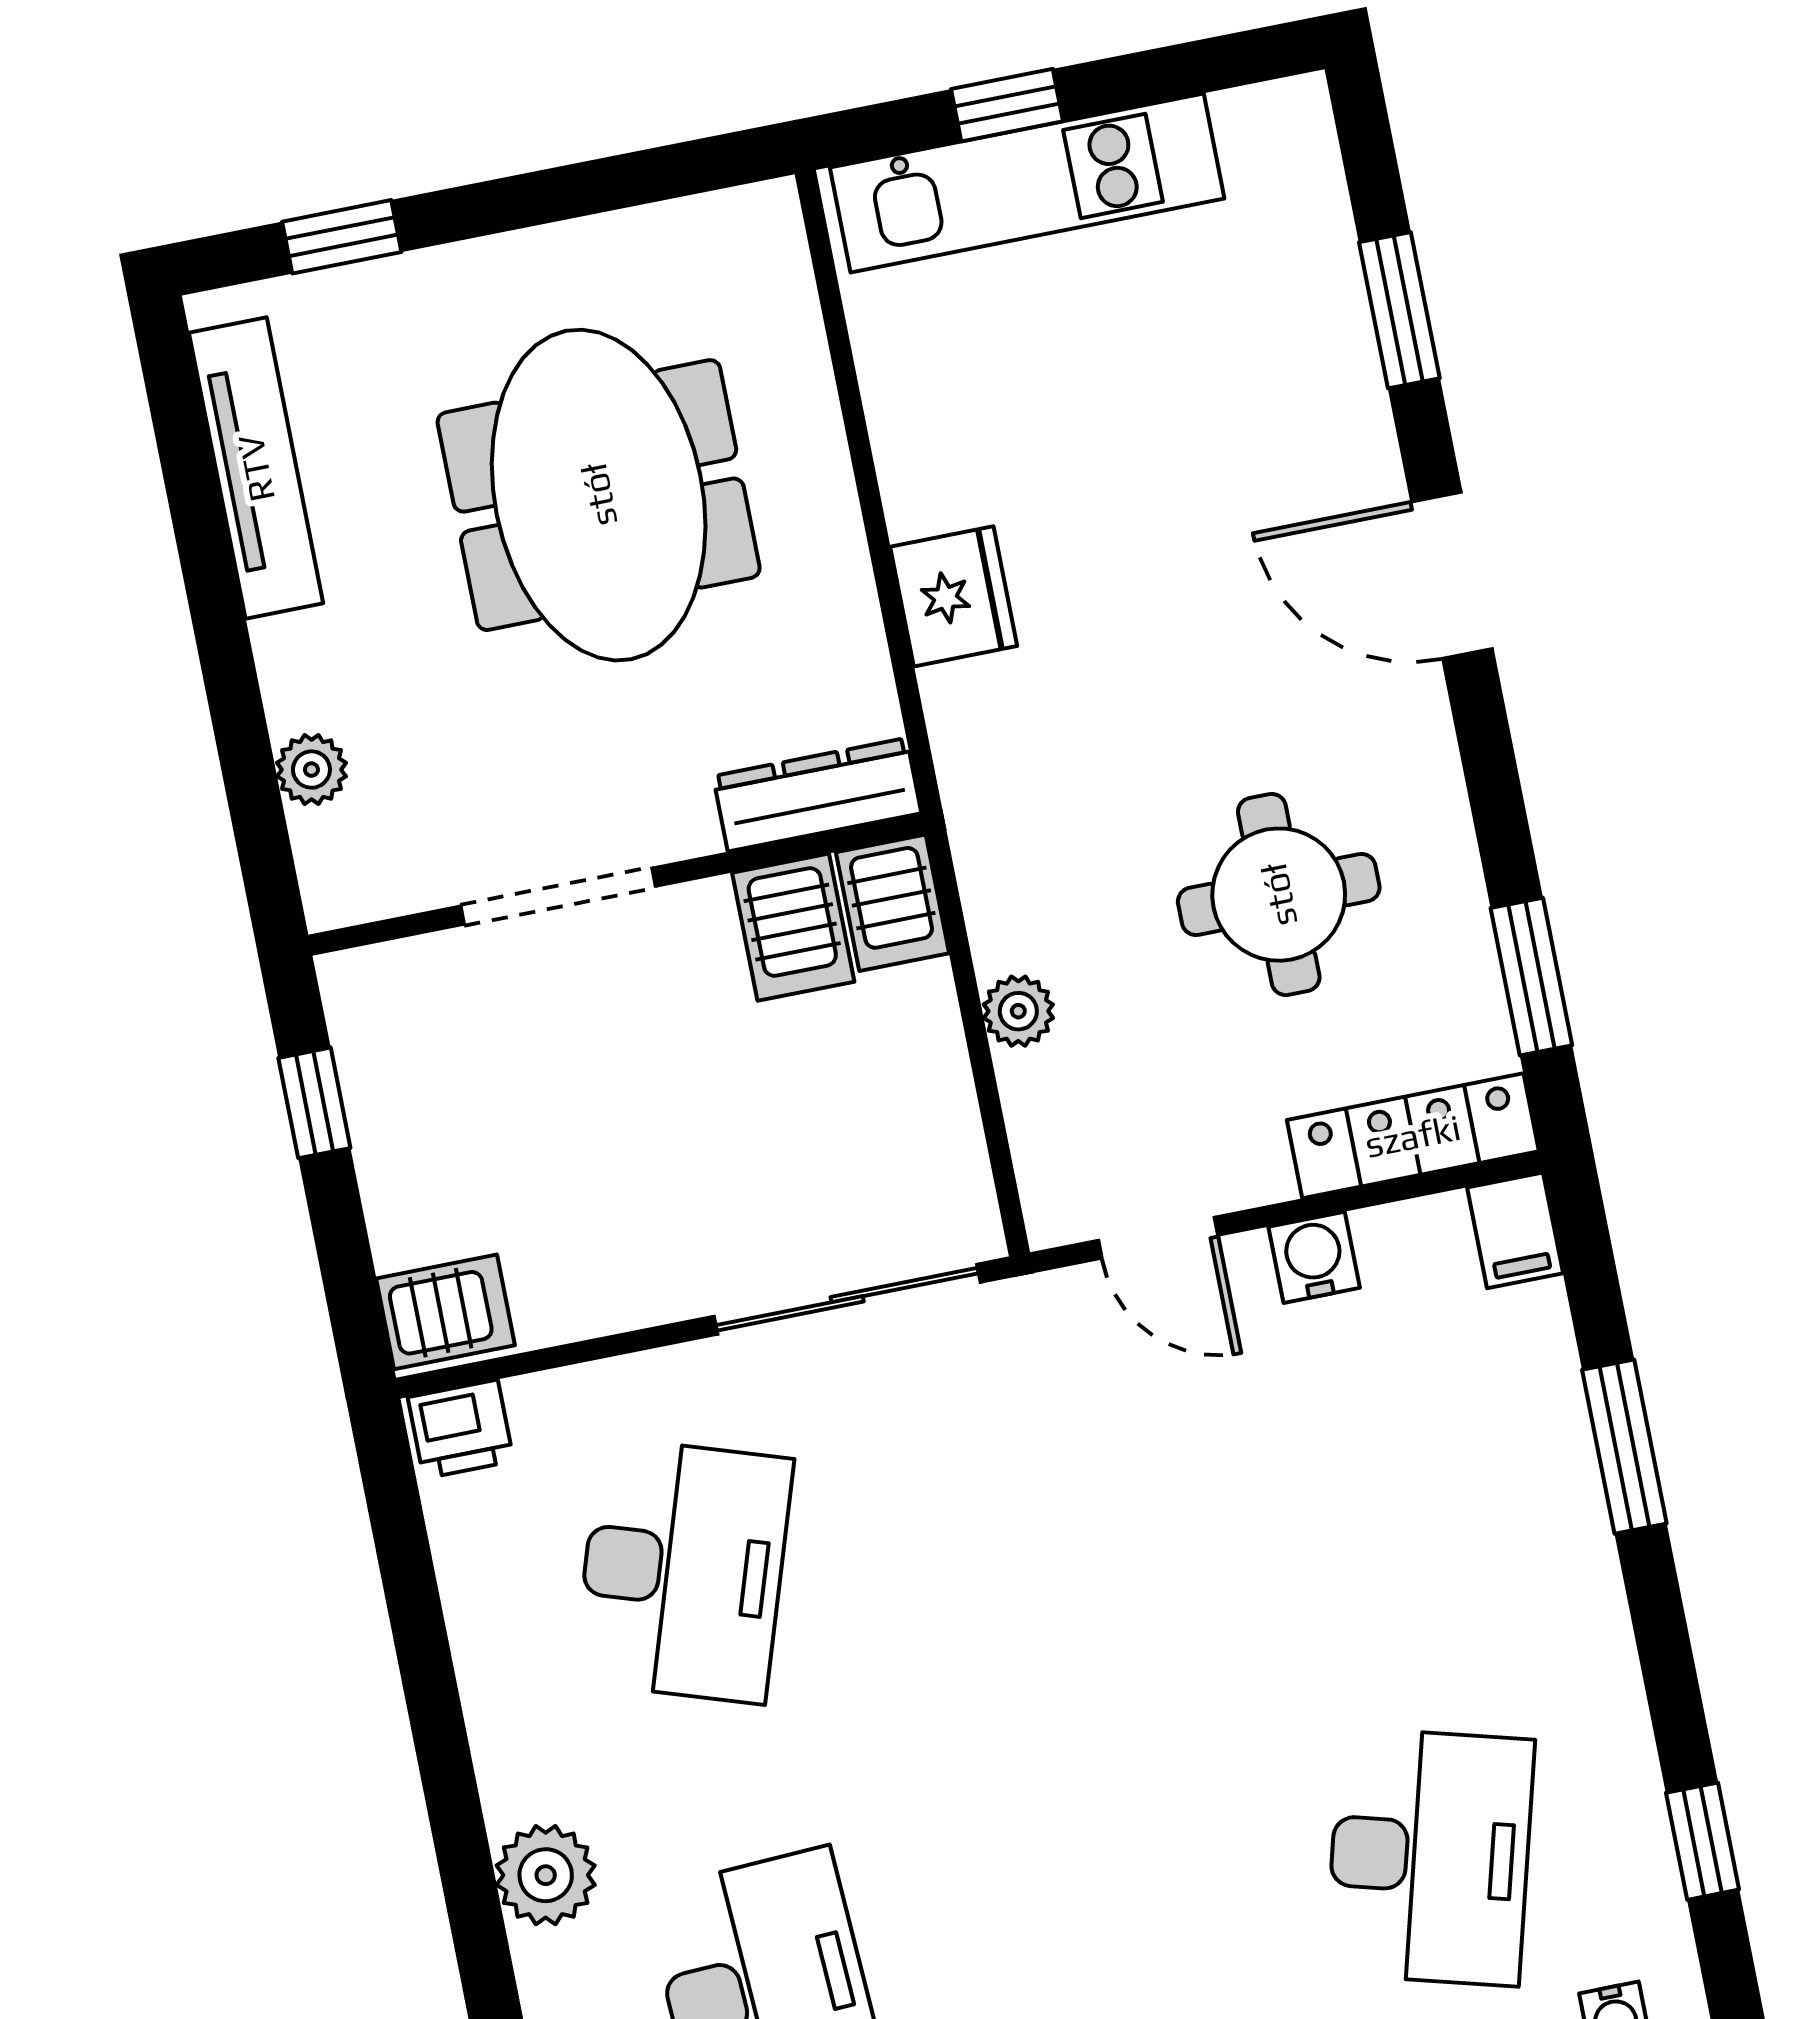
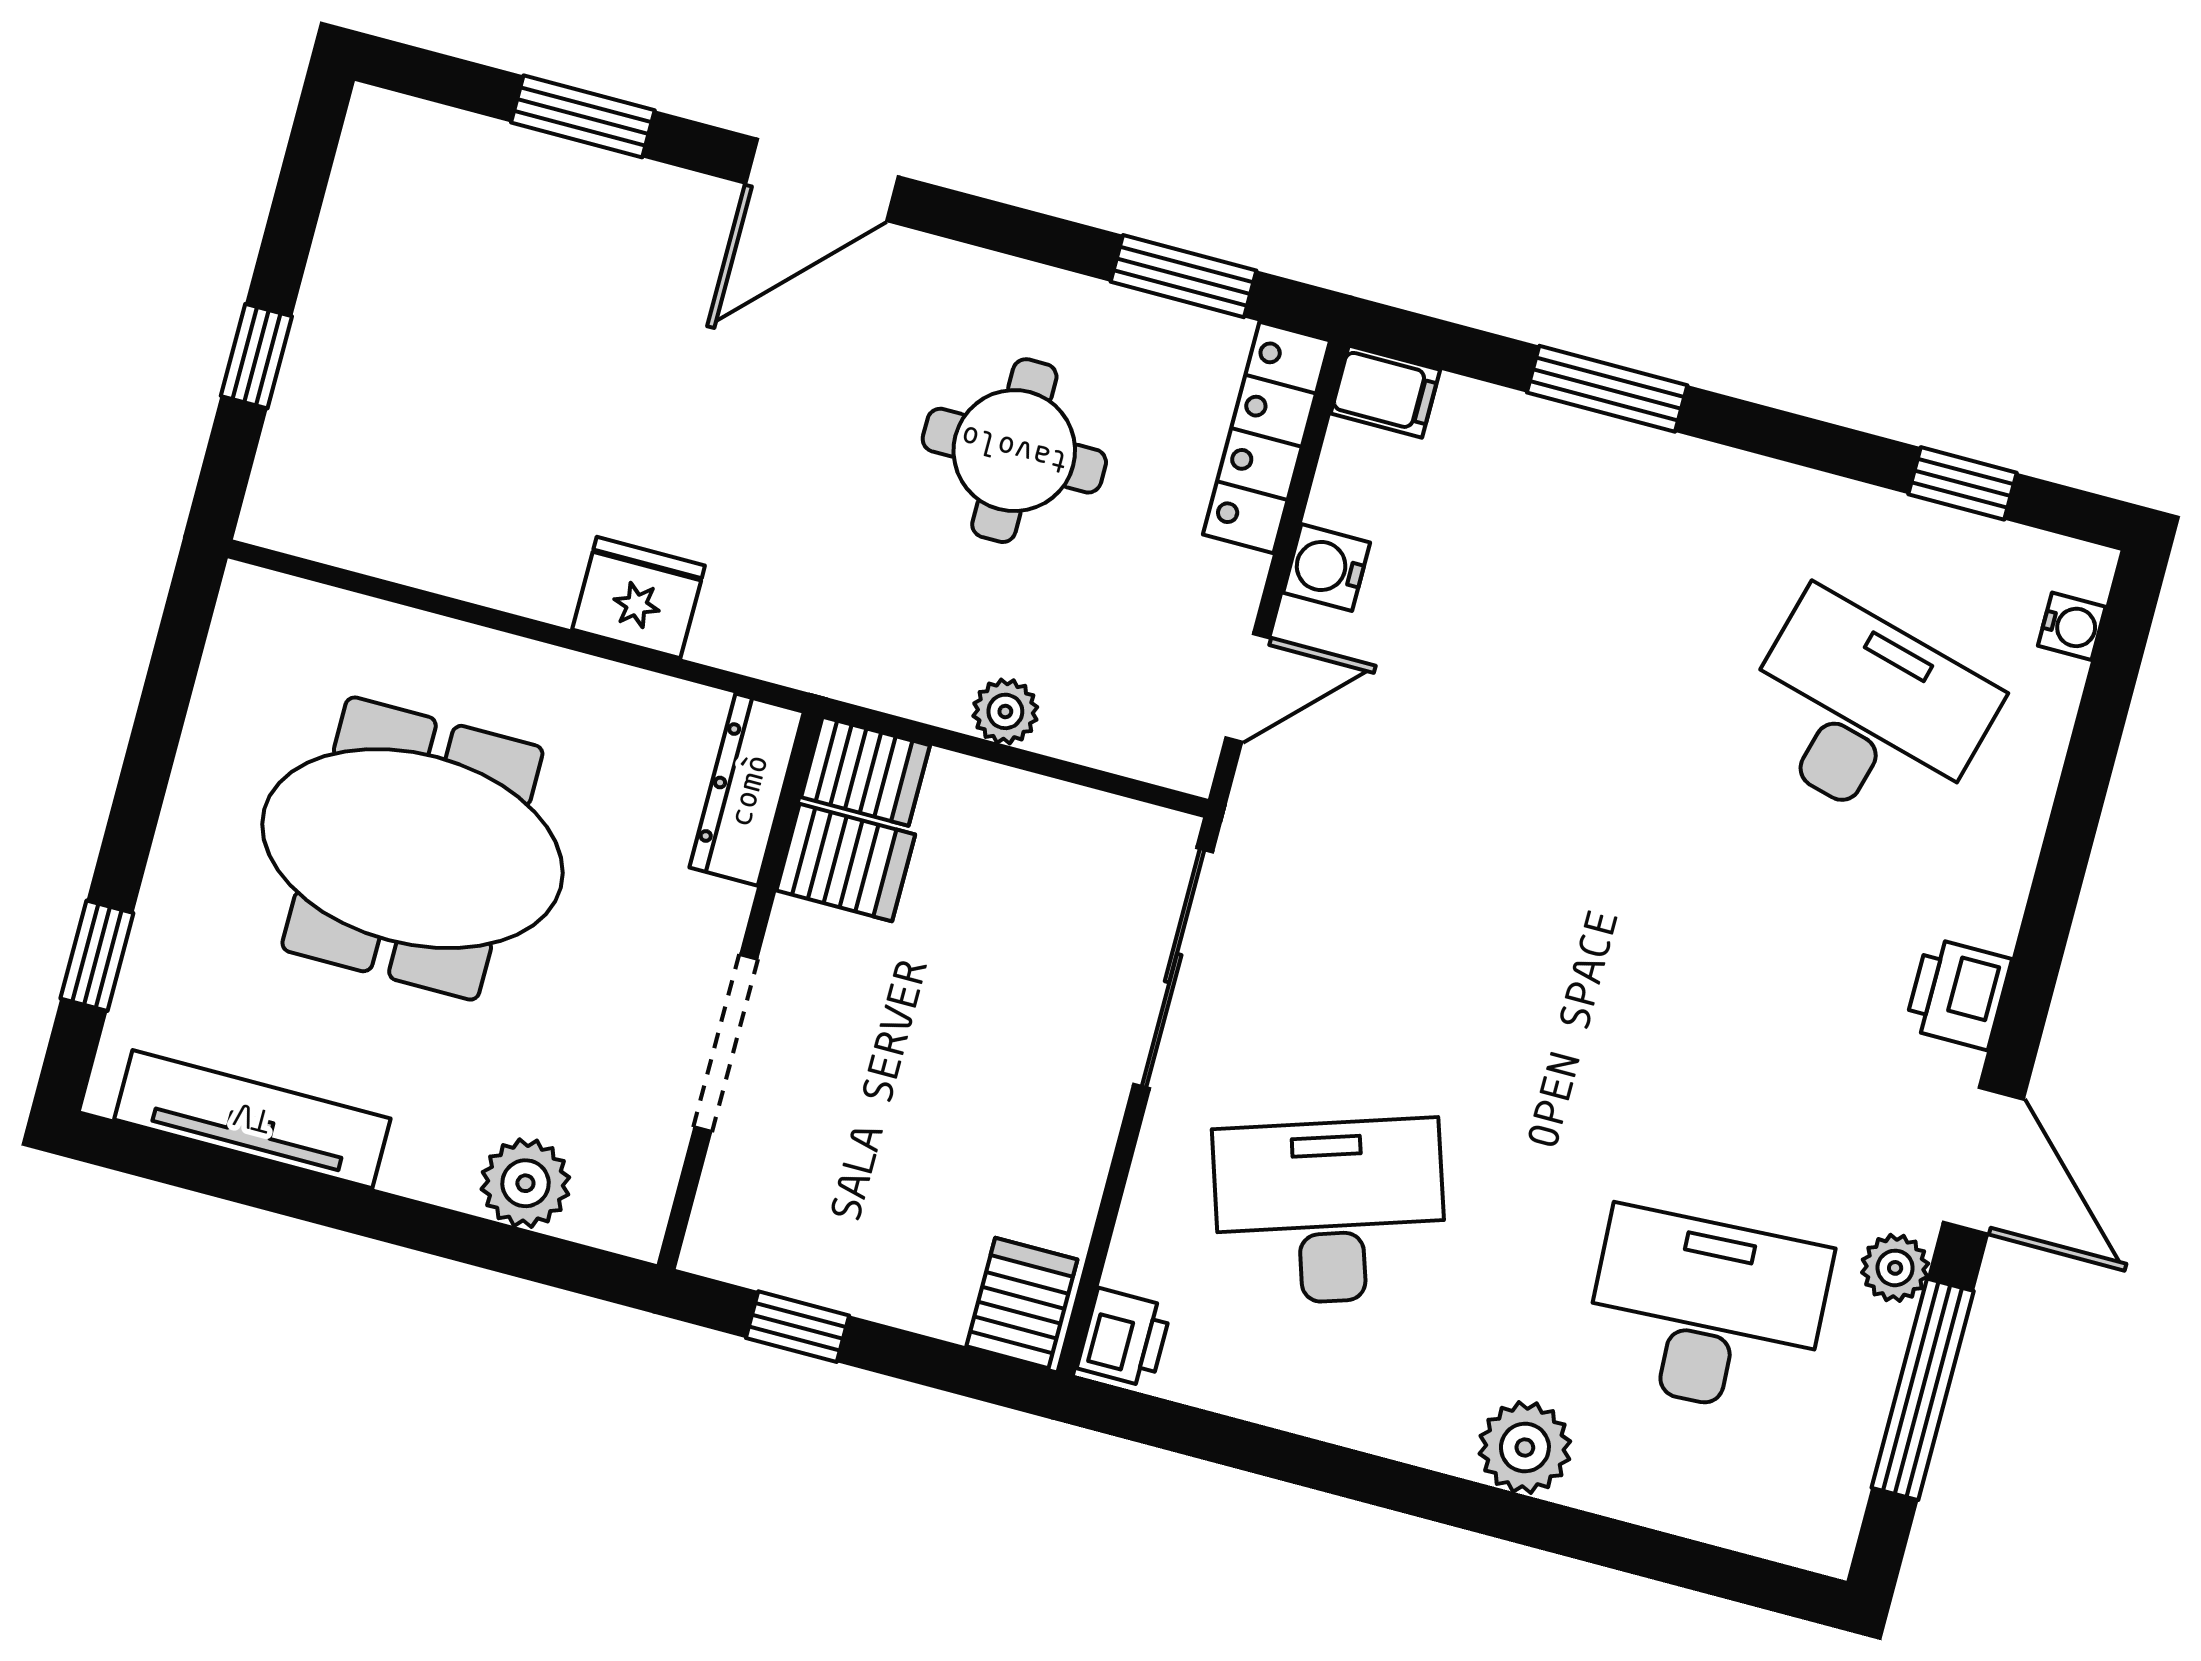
kitchen unit: (1027, 183) -> (328, 371), removed
plant: (311, 770) -> (525, 1183), width x1.38, depth x1.38
desk: (683, 1570) -> (1330, 1212), turned -36

